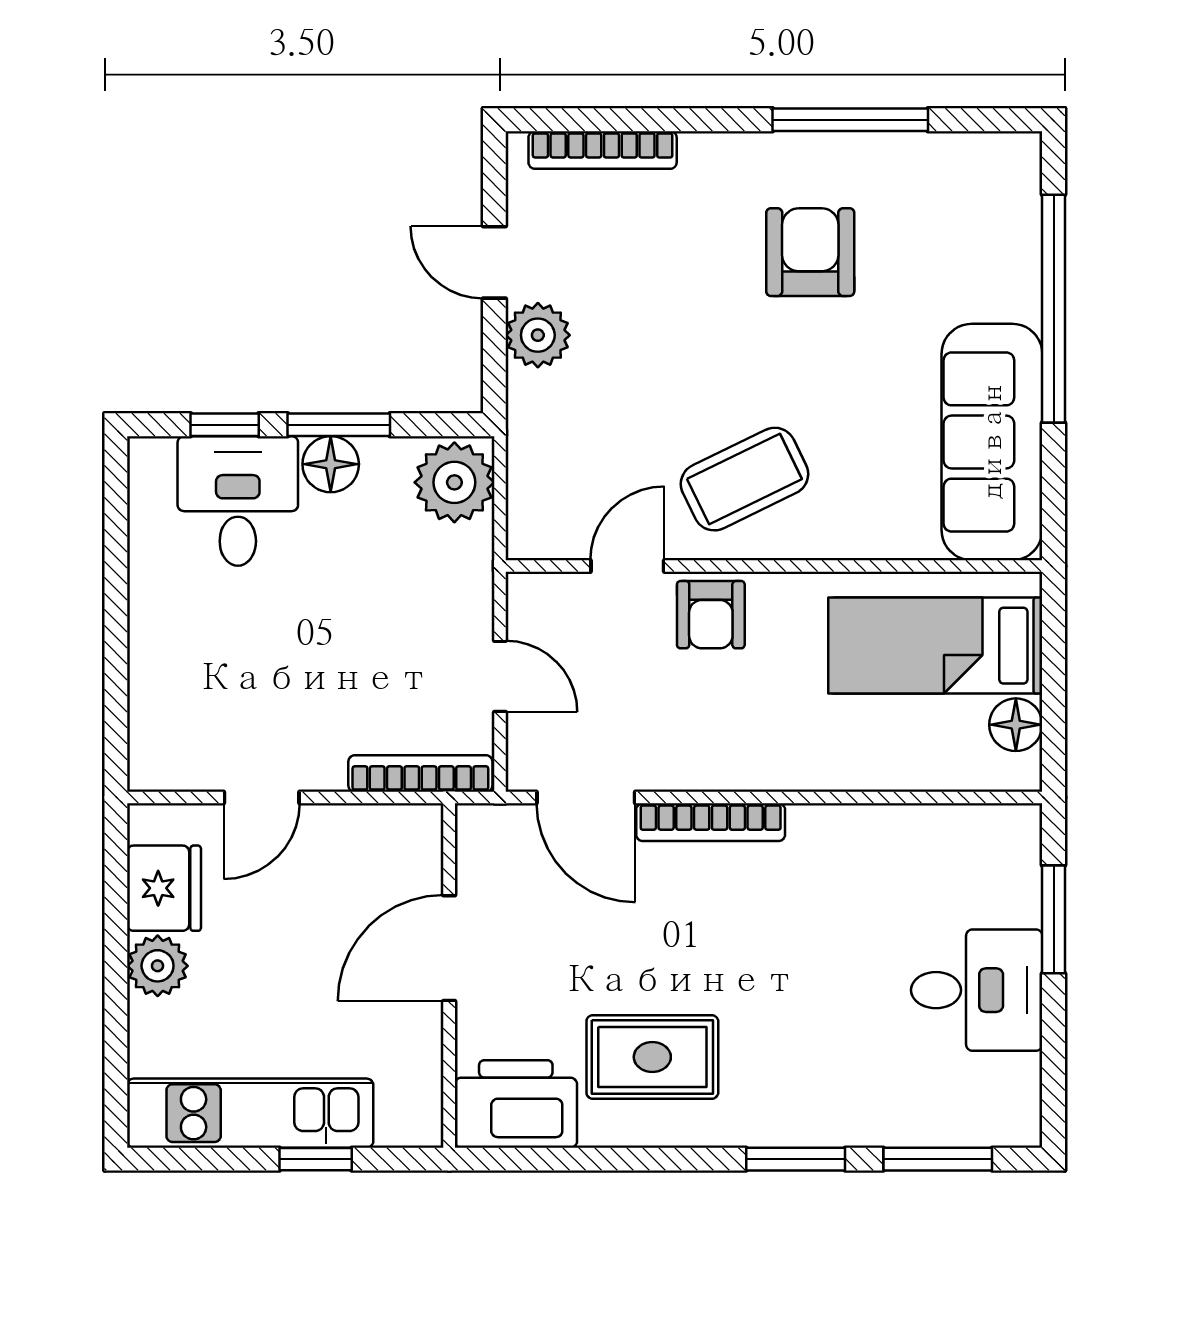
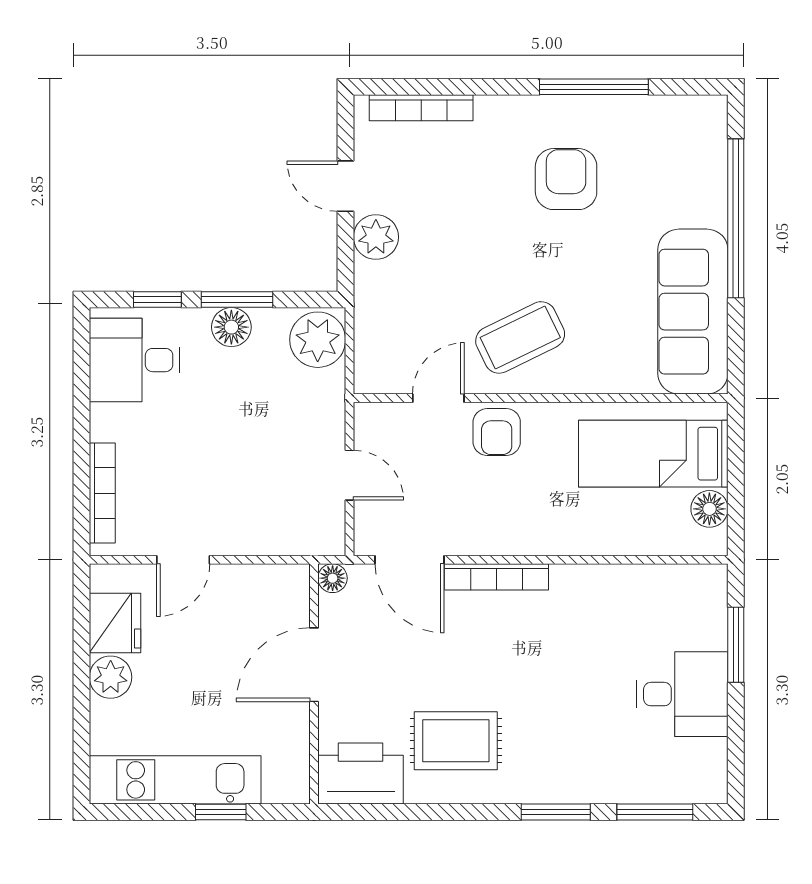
desk: (238, 501) -> (135, 360), moved, turned -90
bookcase: (420, 774) -> (102, 493), moved, turned 90
floor lamp: (476, 824) -> (333, 578), added

